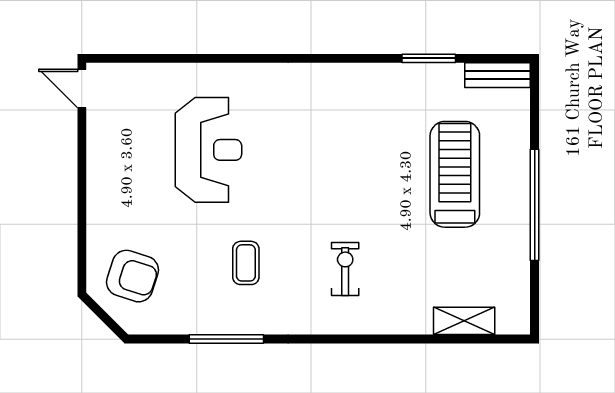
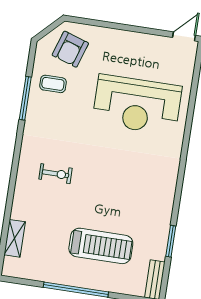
reception desk: (208, 150) -> (137, 105), width x1.36, depth x1.30
coffee table: (246, 263) -> (53, 84), moved

